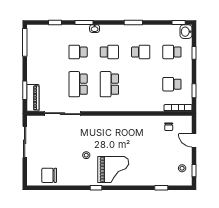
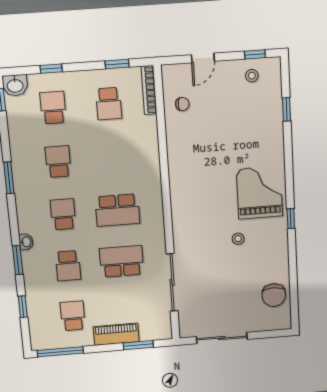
school desk: (47, 52) -> (73, 316), added
school desk: (172, 52) -> (53, 108), turned 180
school desk: (78, 84) -> (122, 261), turned 180
piano: (33, 98) -> (116, 334), moved

